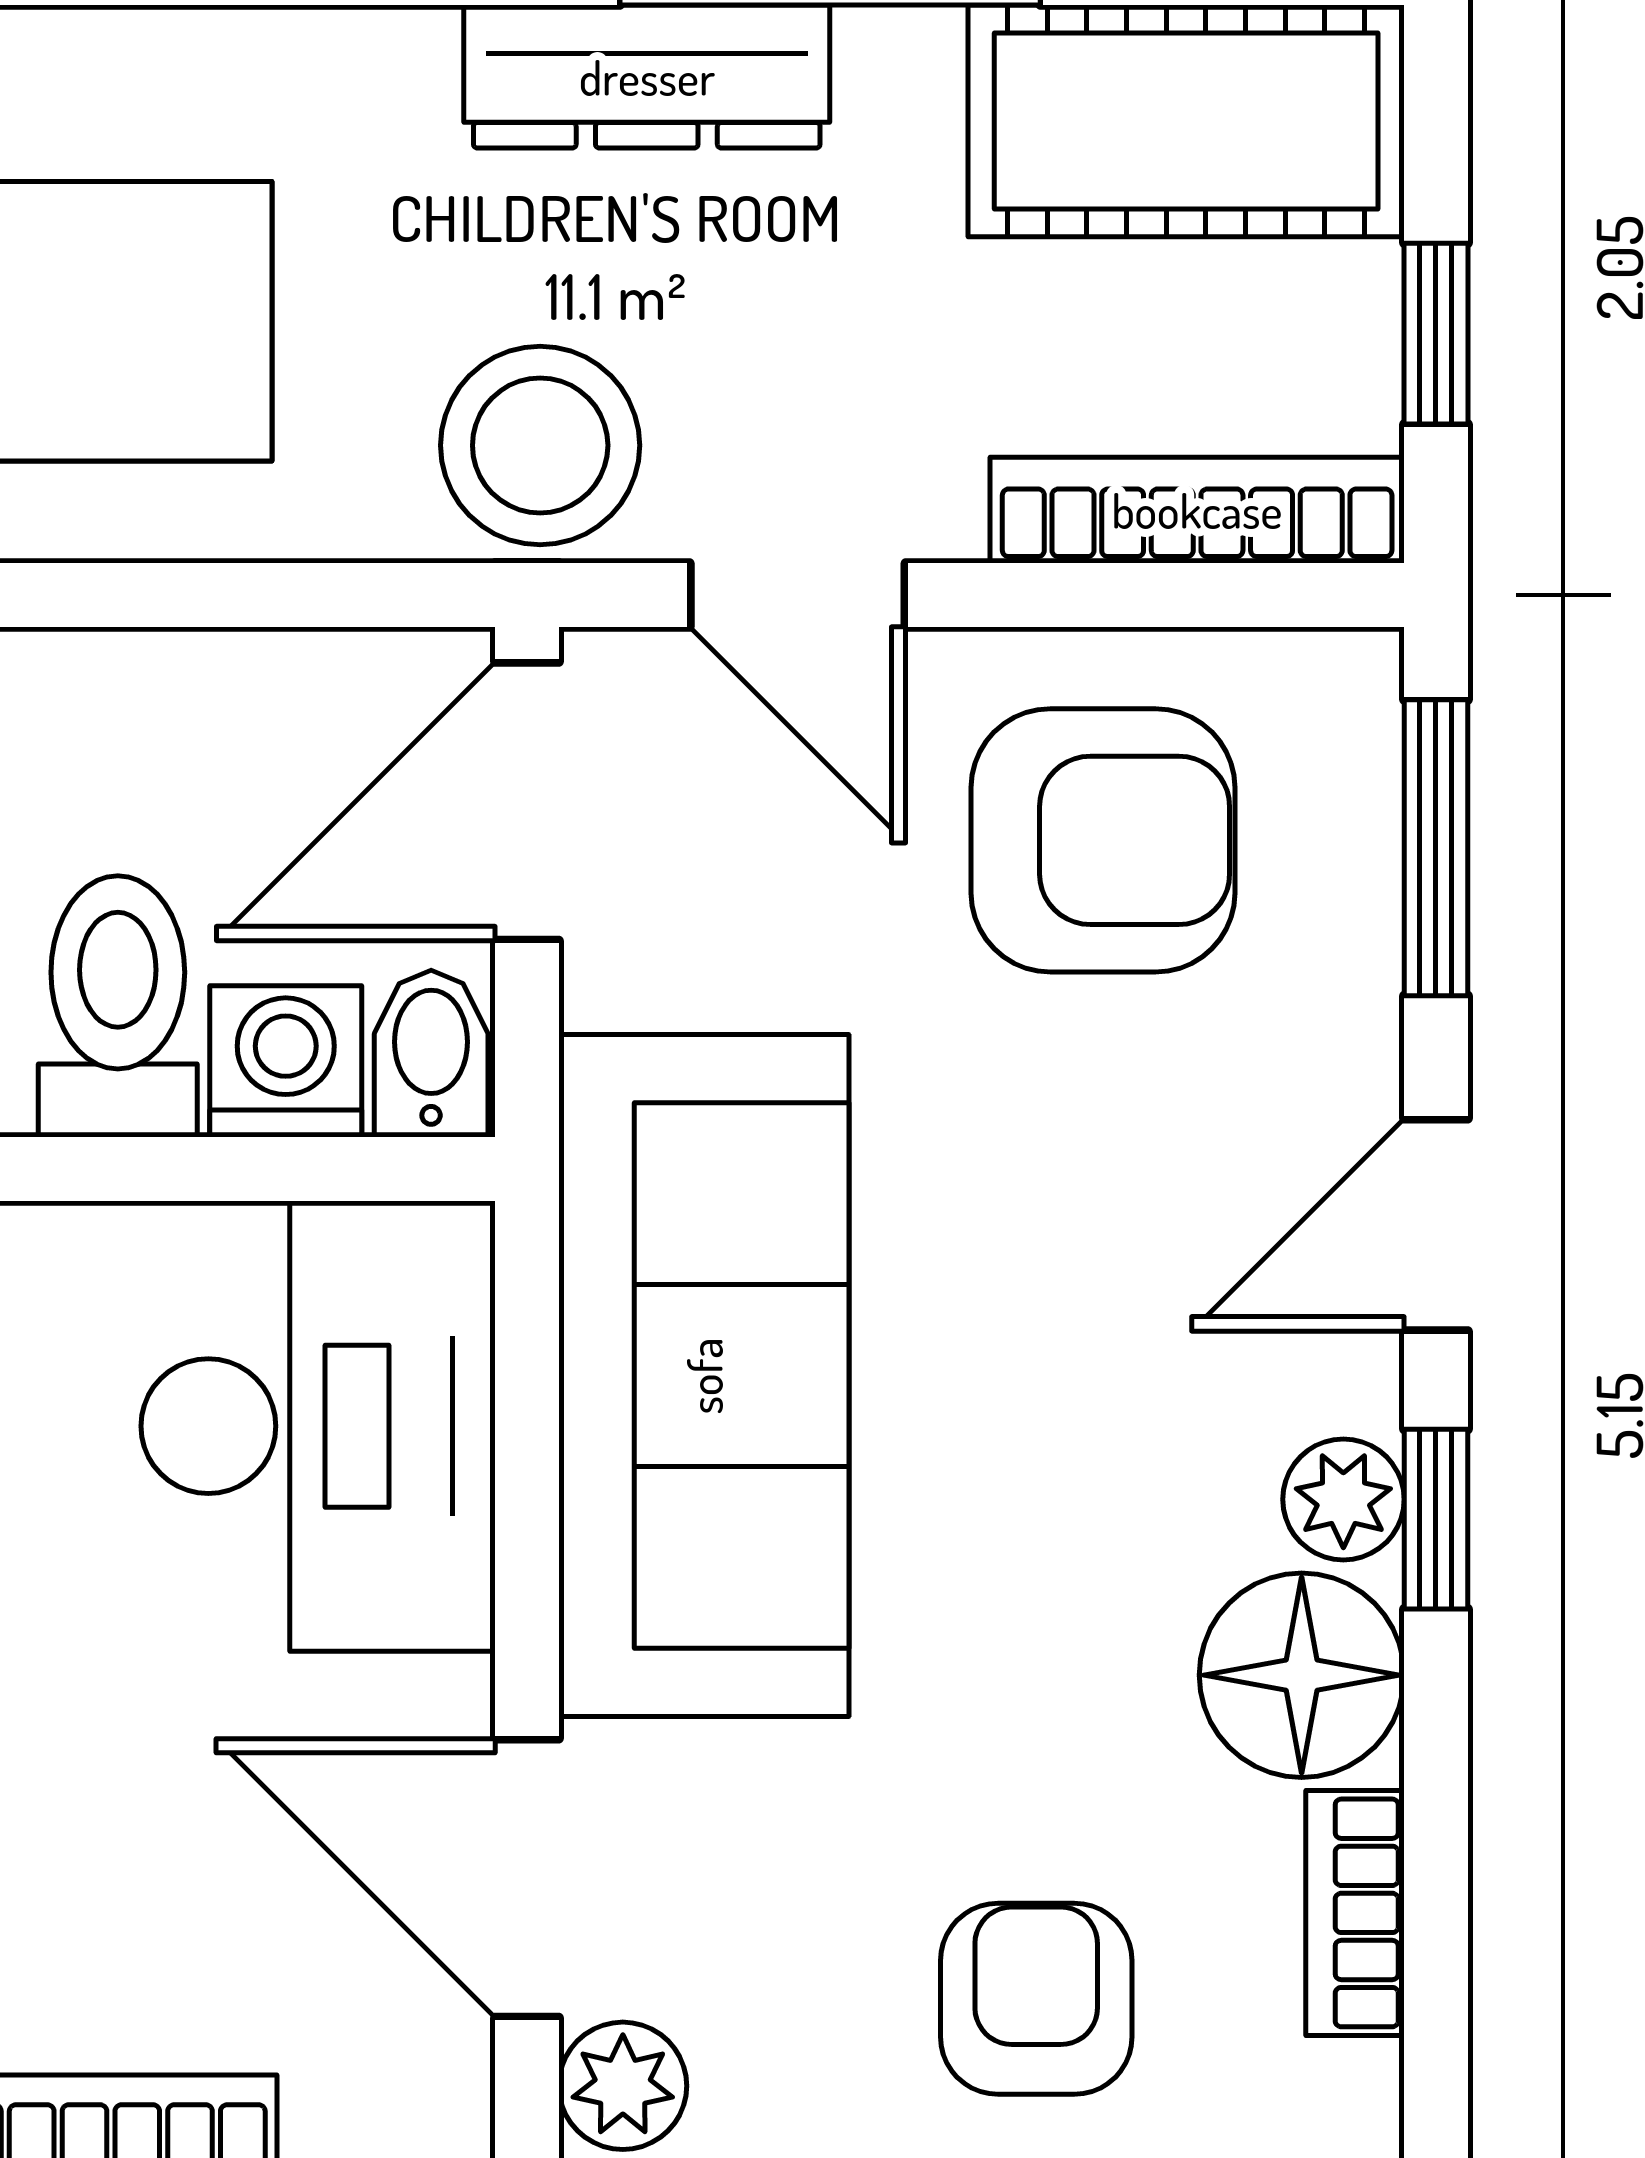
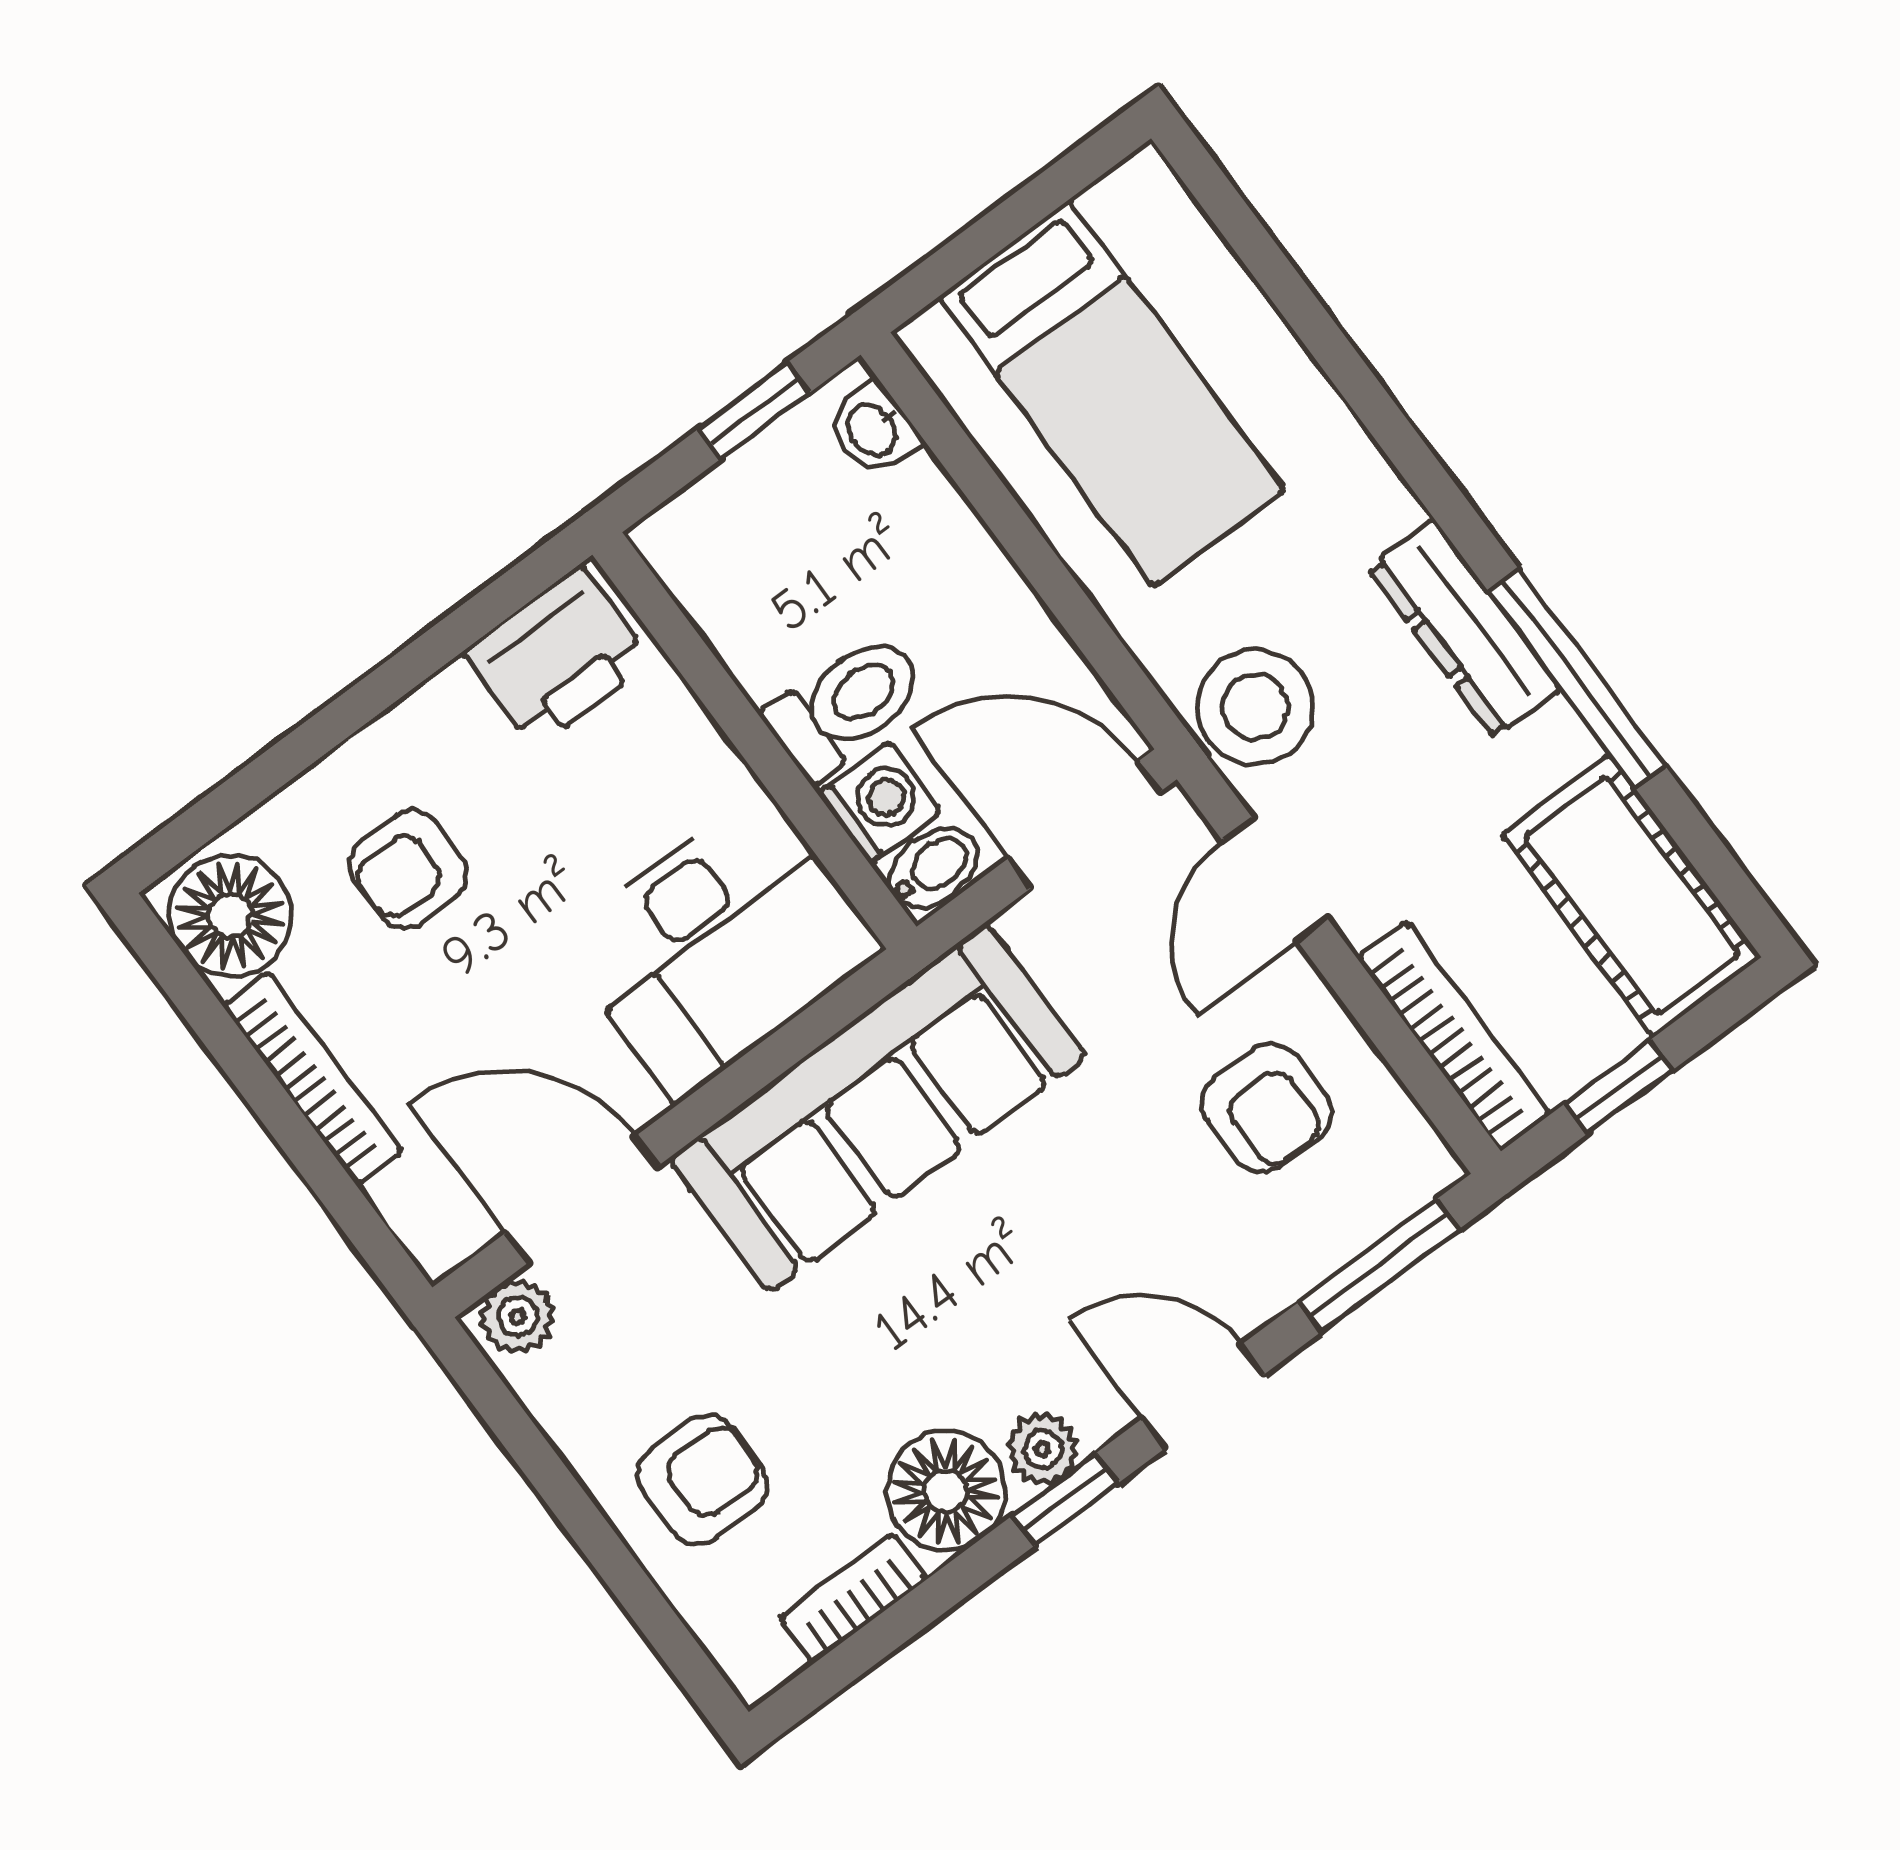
armchair: (1103, 840) -> (1267, 1107), width x0.72, depth x0.72
door: (527, 1878) -> (581, 1200), hinge flipped

